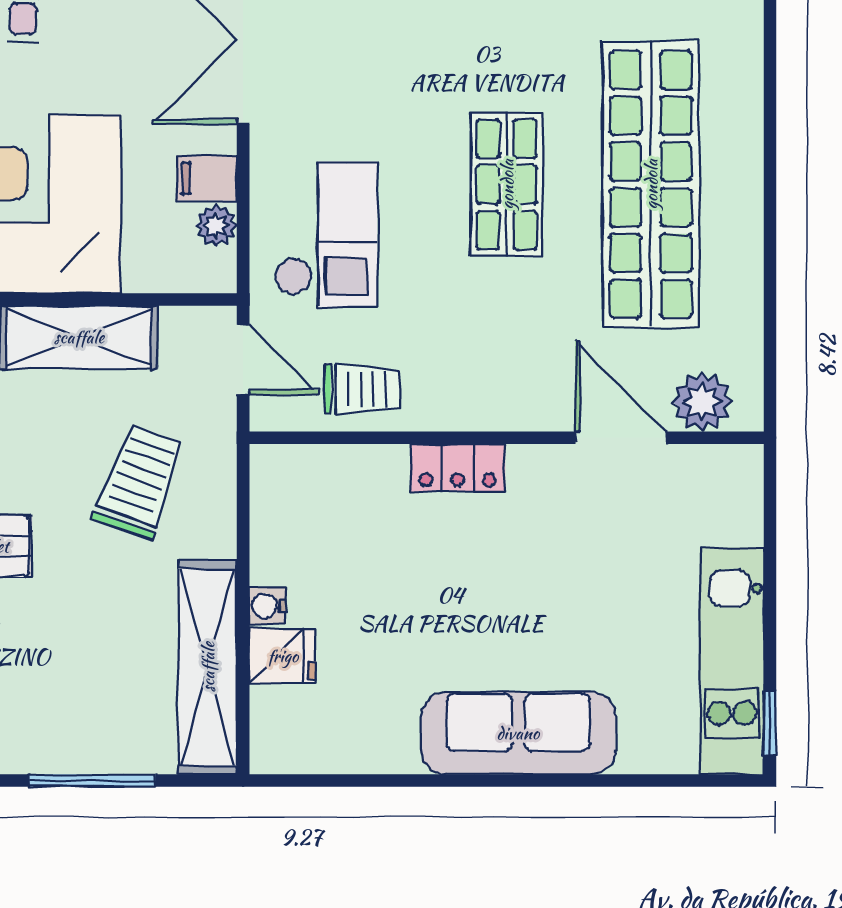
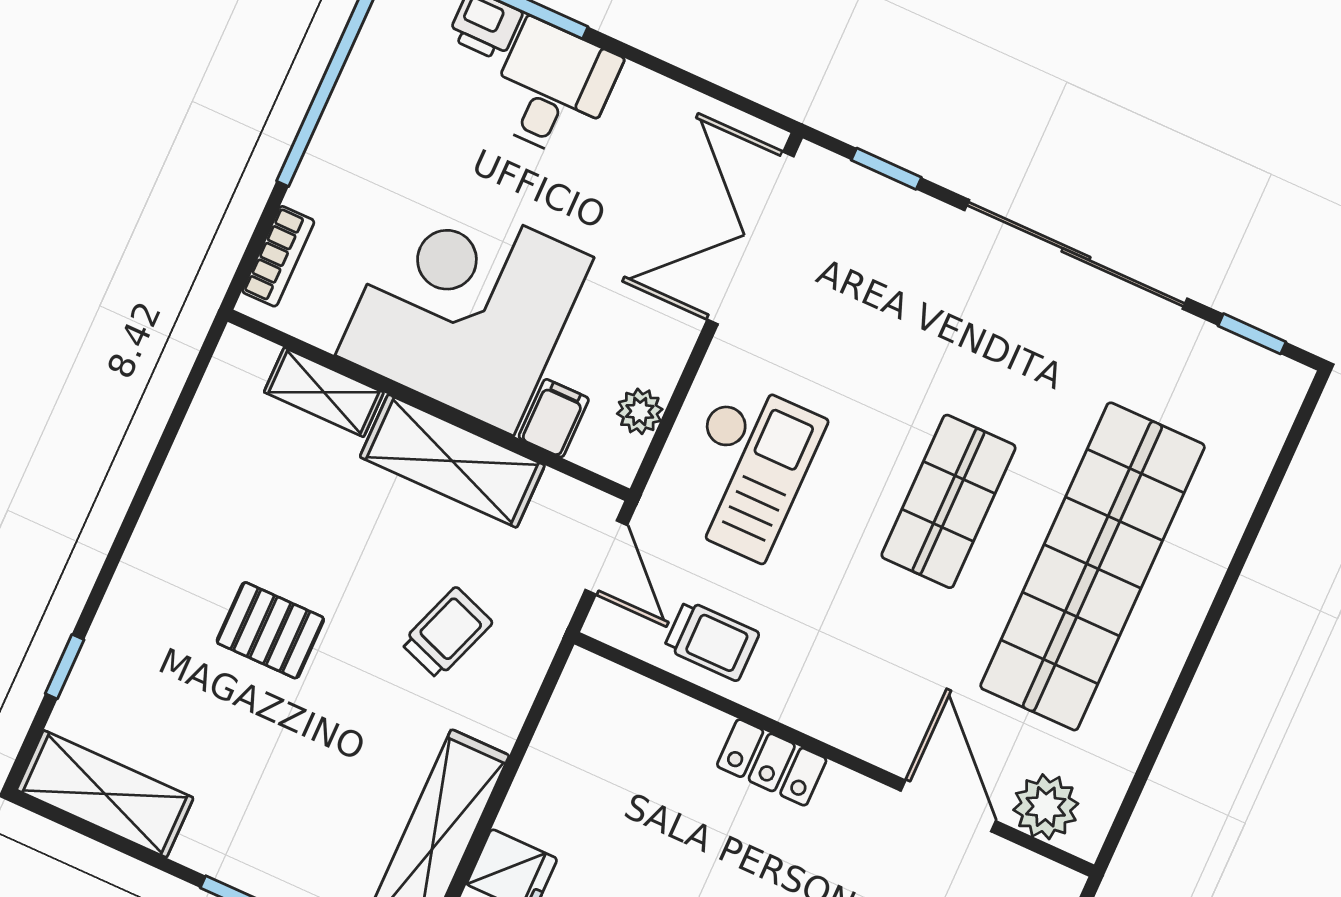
filing cabinet: (207, 178) -> (554, 418), moved, turned 90
trolley: (139, 482) -> (447, 633), width x0.73, depth x0.72
water cooler: (267, 606) -> (519, 814), removed

